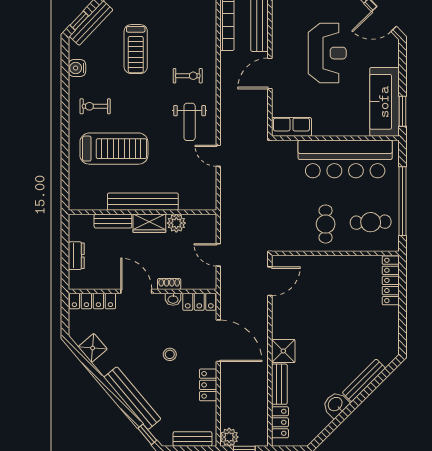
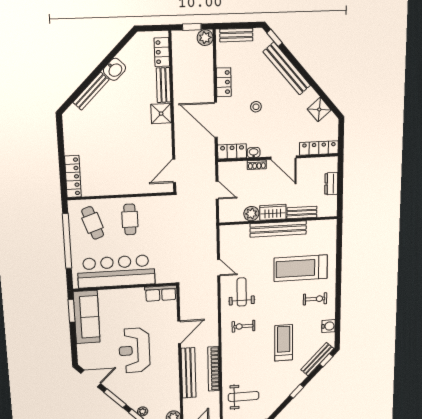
cafe table: (371, 222) -> (93, 223), turned 73

